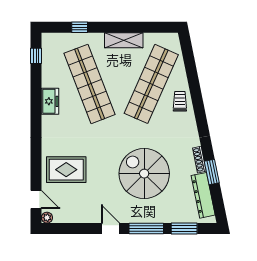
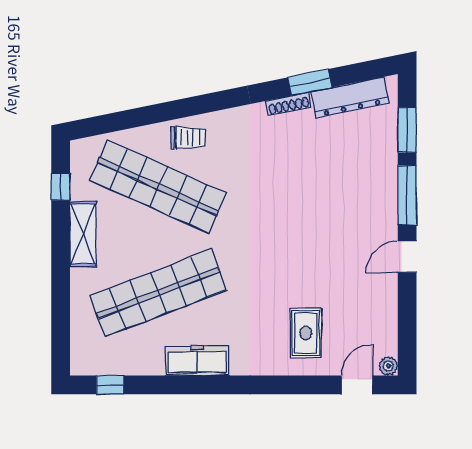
window: (80, 27) -> (61, 187), moved
freezer: (50, 101) -> (197, 361), width x1.40
trolley: (180, 101) -> (188, 137), turned 180
rug: (66, 170) -> (306, 333), width x0.73, depth x0.70
spiral stairs: (144, 174) -> (312, 199), removed

